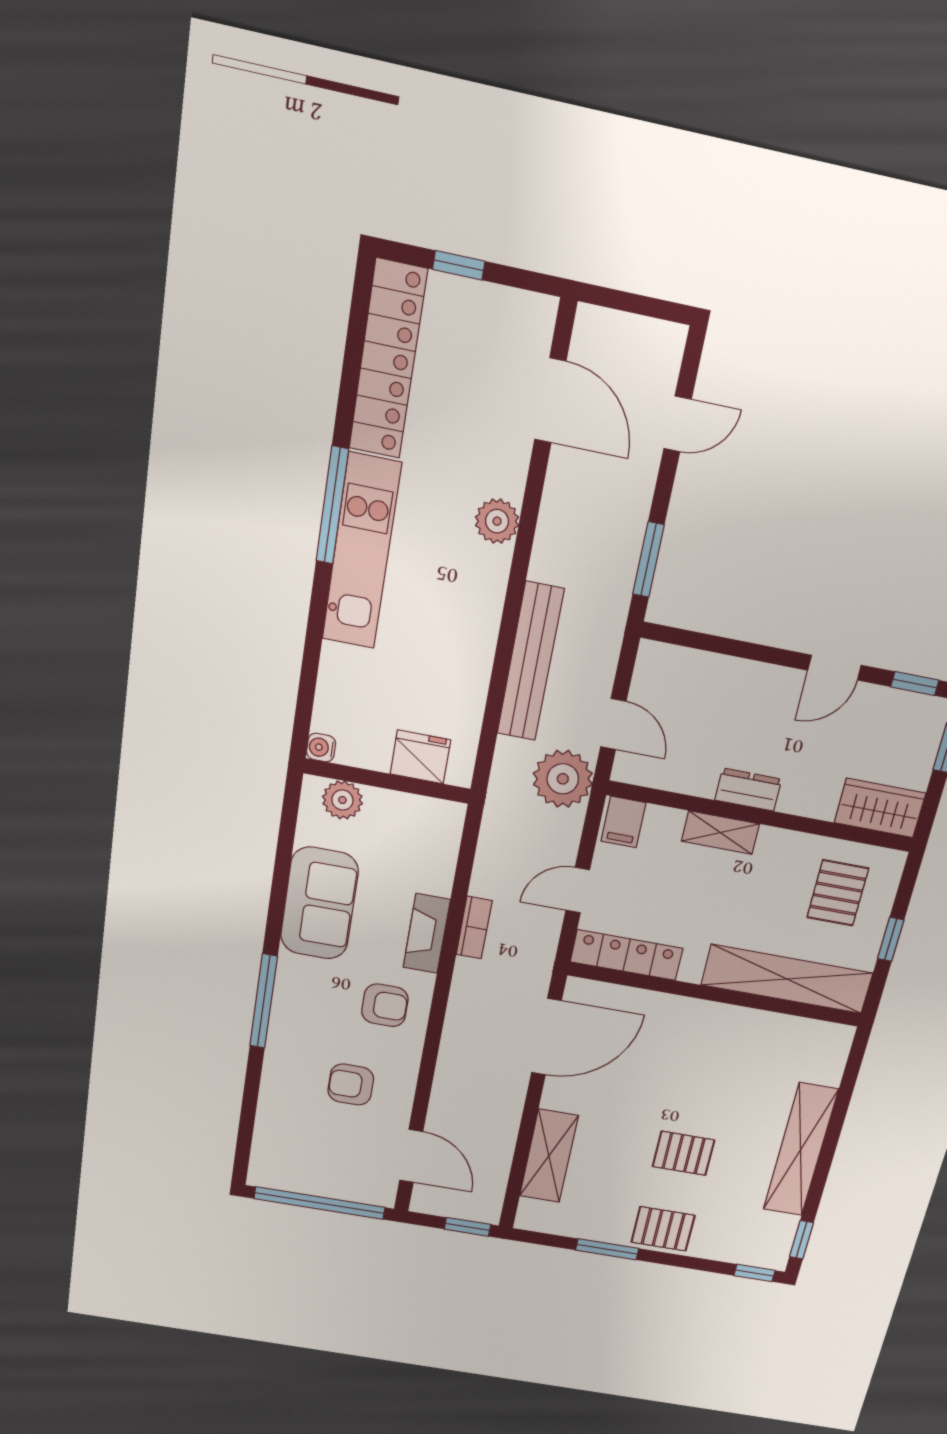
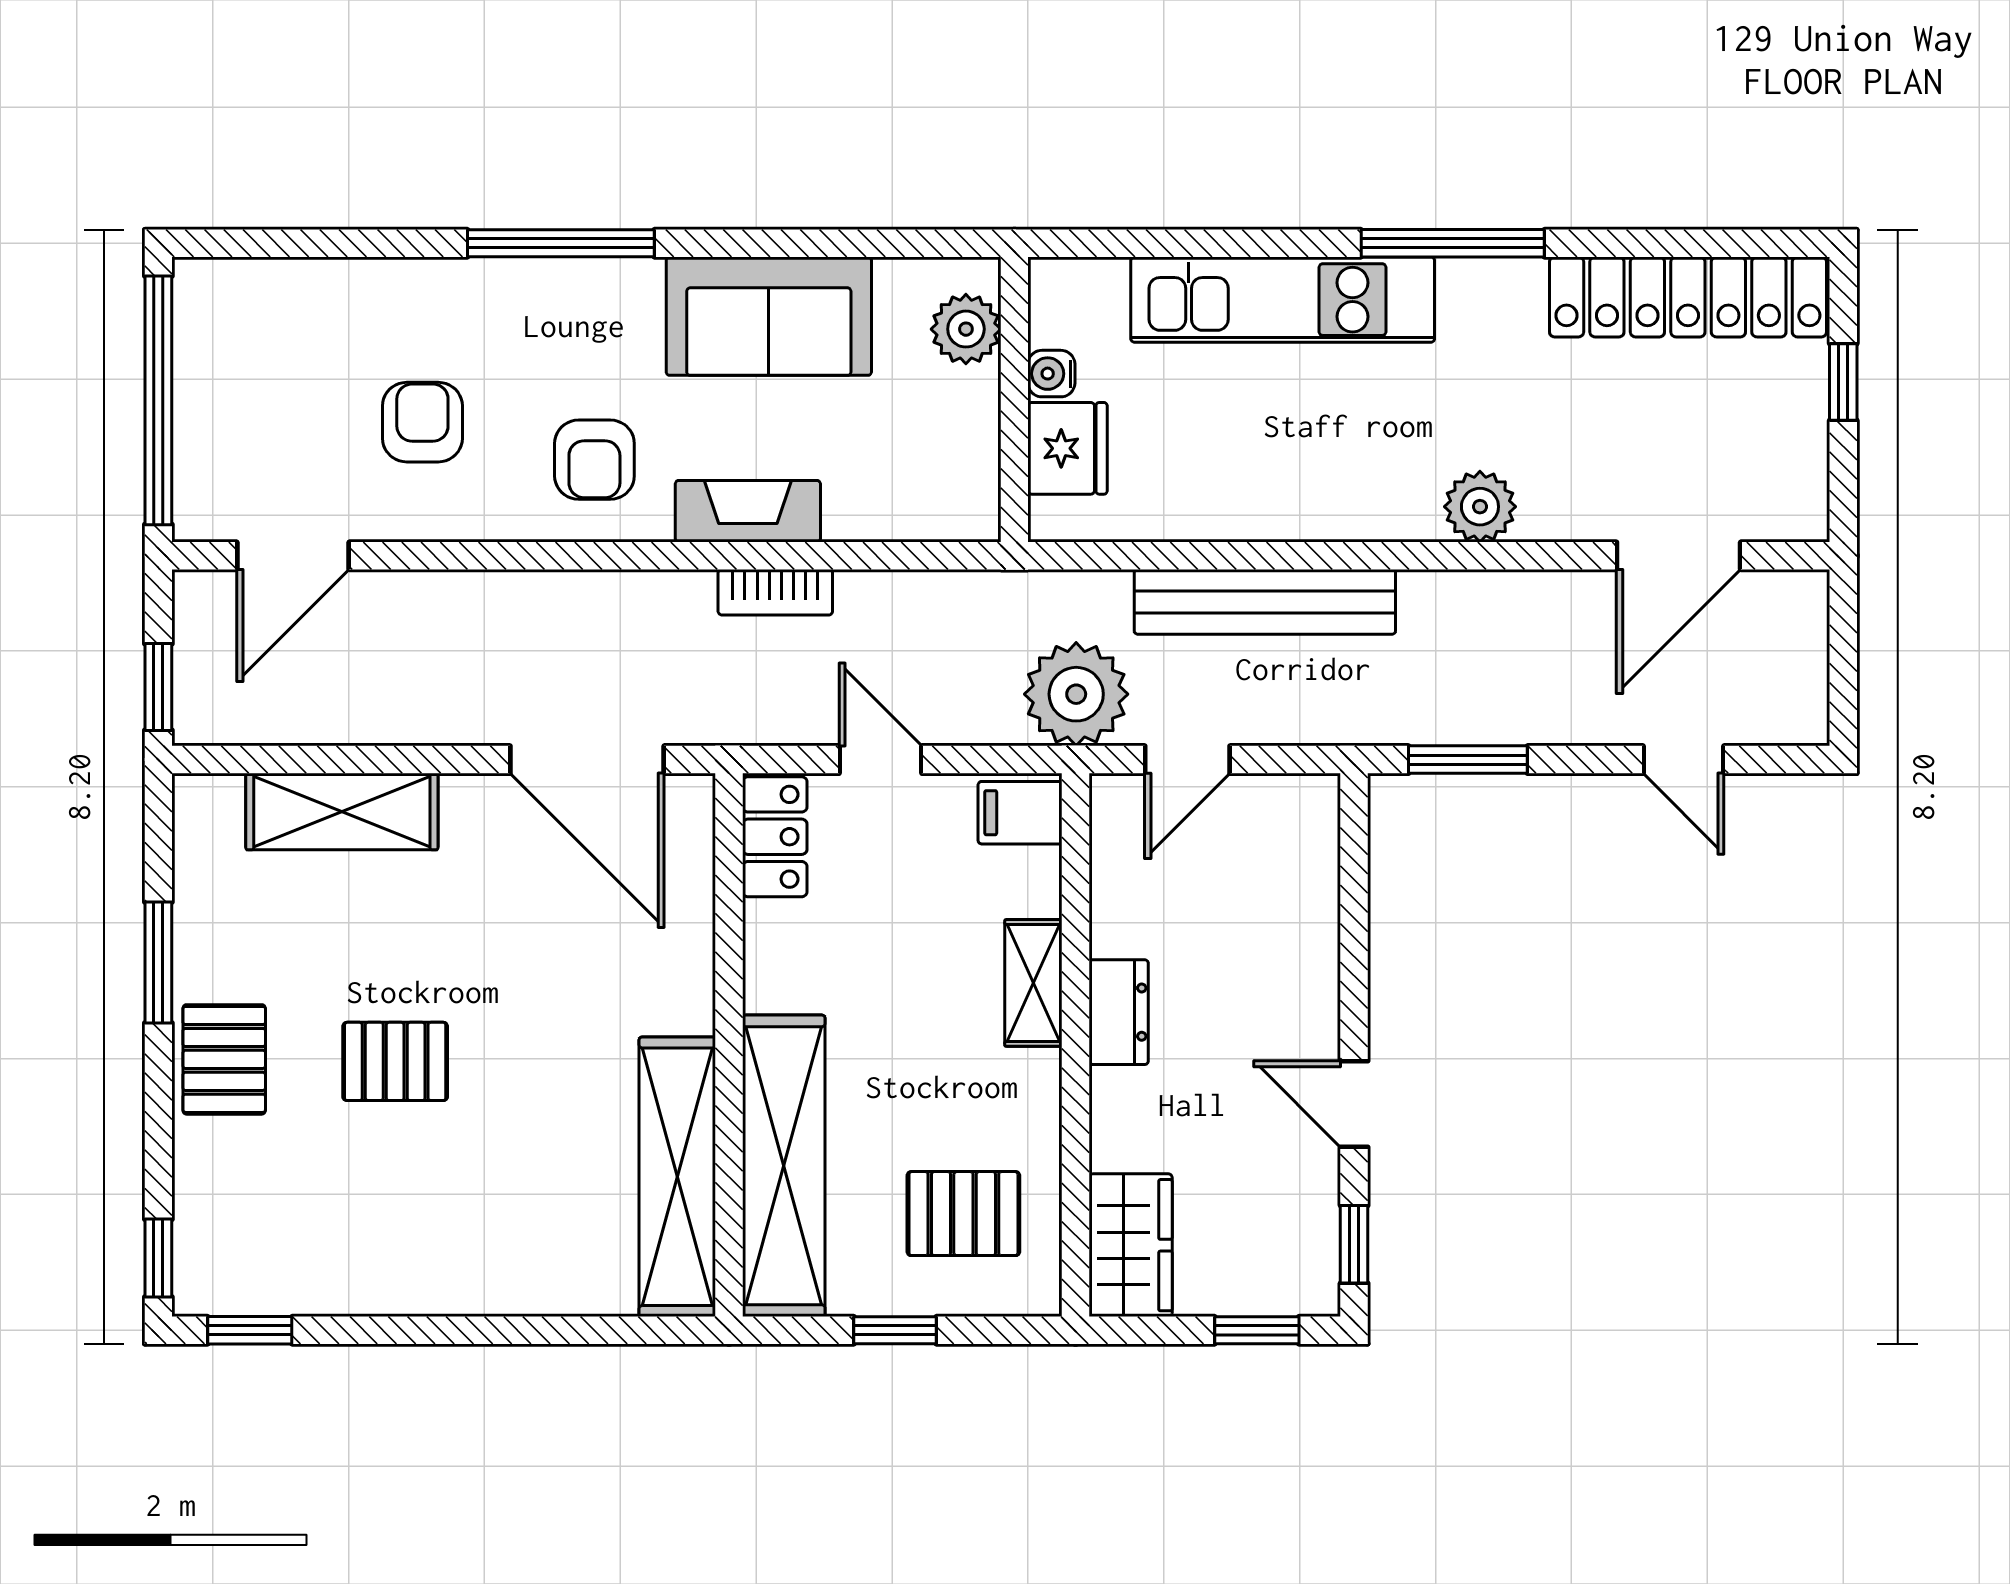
kitchen unit: (361, 552) -> (1283, 300), moved
water cooler: (321, 748) -> (1051, 374), moved, turned -90
locker: (627, 955) -> (775, 837), width x0.66
shelving: (801, 1150) -> (677, 1177), moved, turned 90
pallet: (684, 1153) -> (395, 1061), turned 90

